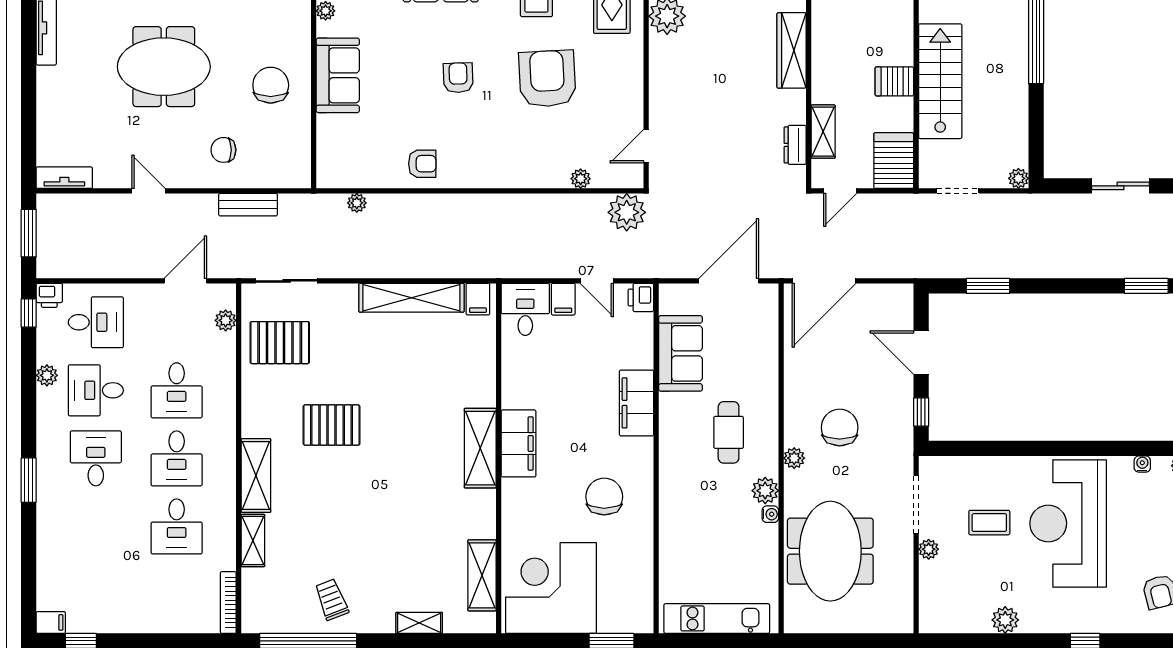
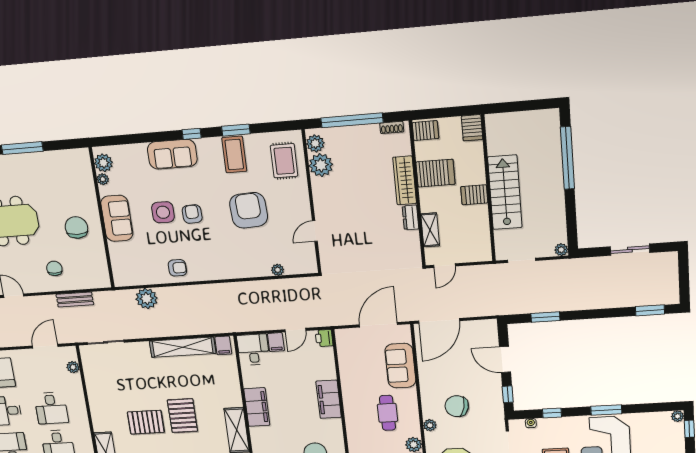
side table: (413, 71) -> (163, 212), added
dresser: (795, 145) -> (411, 217), moved
door: (646, 146) -> (315, 231), moved
chair: (223, 150) -> (54, 268), turned 90
server rack: (894, 161) -> (435, 173), moved, turned 90
plant: (357, 203) -> (147, 299), width x1.88, depth x1.88
plant: (627, 212) -> (309, 288), removed
door: (597, 281) -> (295, 330), hinge flipped
pallet: (280, 343) -> (182, 416), moved, turned 90
sofa: (680, 353) -> (400, 366), moved, turned 180
chair: (840, 428) -> (457, 406), turned -77
filing cabinet: (518, 443) -> (257, 407), moved
window: (988, 448) -> (552, 413), added
window: (1072, 448) -> (606, 410), added
water cooler: (1142, 464) -> (531, 423), moved

